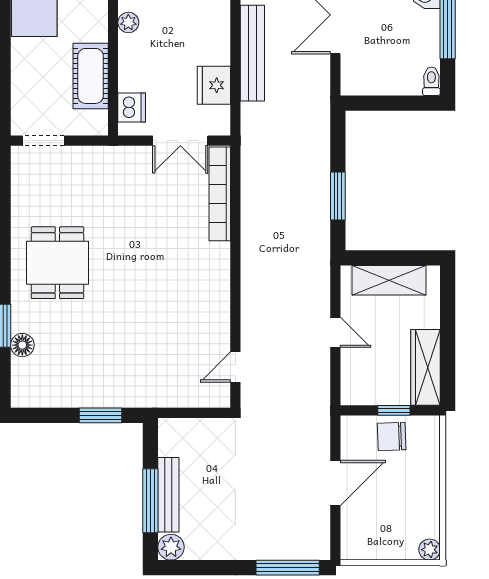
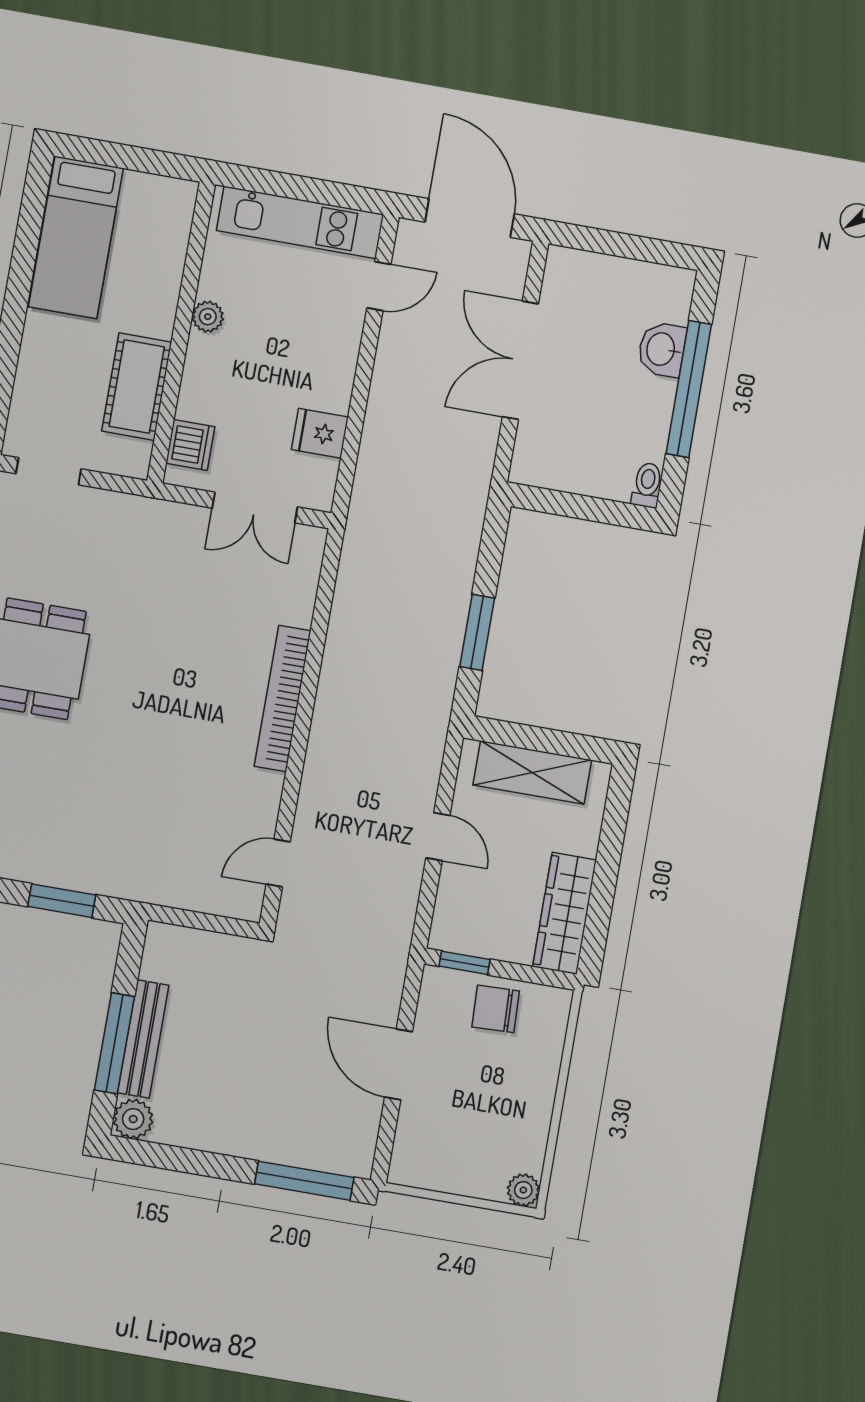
bench: (252, 53) -> (386, 395), removed
fridge: (214, 85) -> (320, 433), width x0.72
bookcase: (220, 194) -> (283, 698), moved
window: (394, 410) -> (465, 963), moved
door: (335, 483) -> (399, 1064), swing flipped

